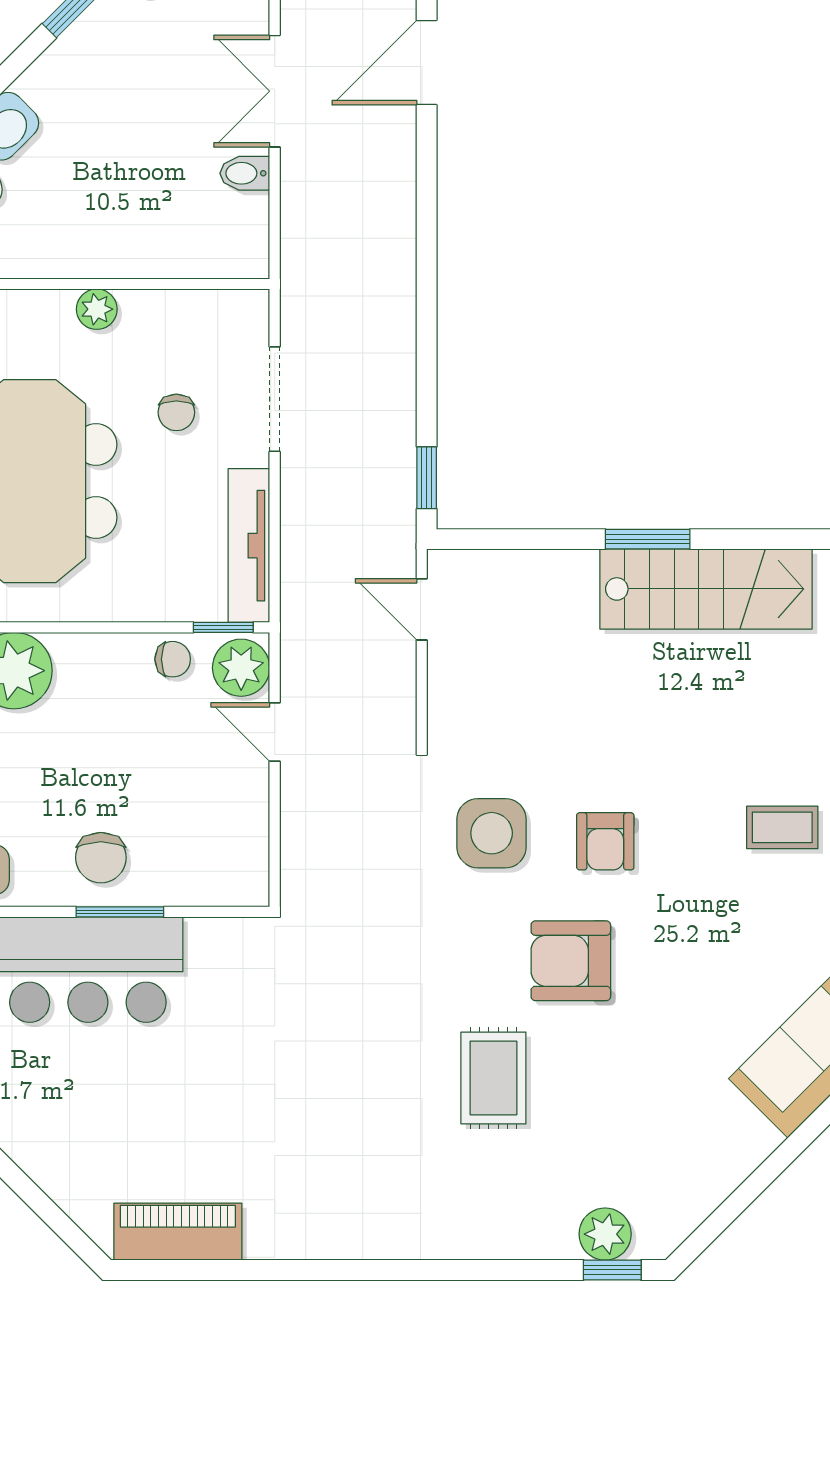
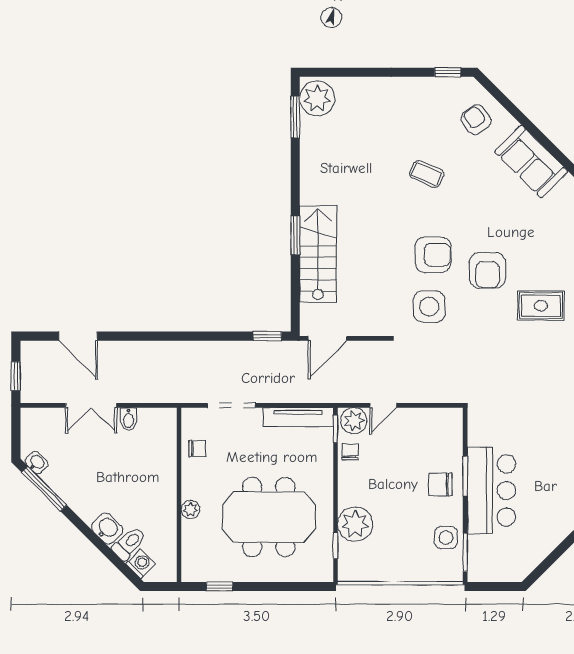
plant: (97, 309) -> (190, 510), moved
chair: (176, 412) -> (197, 449), moved
stairs: (706, 589) -> (318, 254), moved
door: (422, 609) -> (327, 338), width x1.38
coffee table: (782, 827) -> (427, 174), turned -67
armchair: (605, 841) -> (433, 255), width x1.38, depth x1.38
chair: (101, 858) -> (440, 485), turned 180

